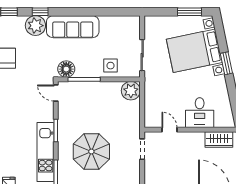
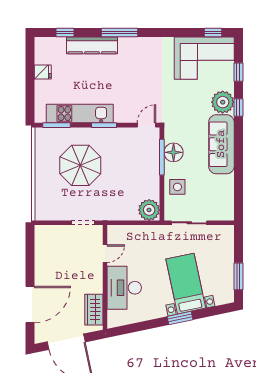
bed with nightstands: (194, 51) -> (186, 284), width x0.73
floor lamp: (66, 69) -> (174, 152), moved
desk: (200, 113) -> (124, 288), width x1.37

